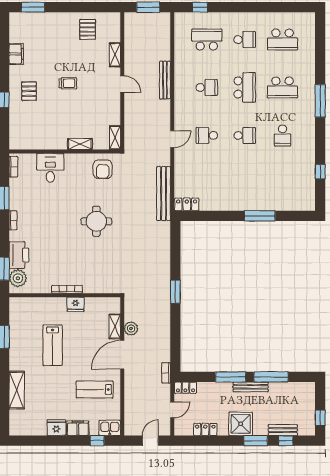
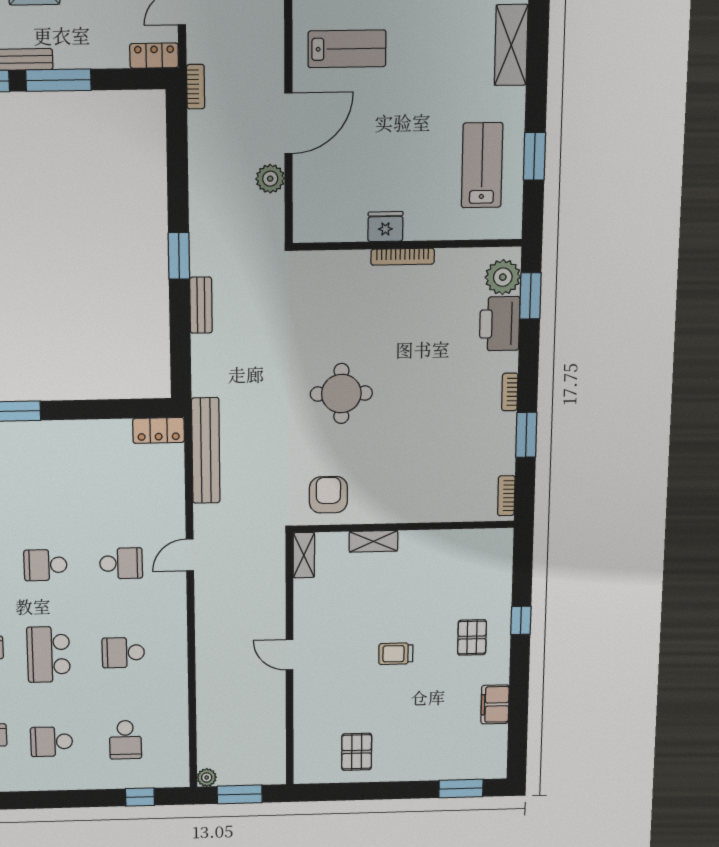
plant: (165, 17) -> (207, 777), added
school desk: (207, 40) -> (125, 740), width x0.54
shelving: (115, 55) -> (304, 708), removed
bench: (165, 80) -> (201, 305), moved, width x0.73
desk: (50, 168) -> (433, 495), removed
shelving: (115, 327) -> (304, 182), removed
lab bench: (53, 345) -> (482, 165), moved

